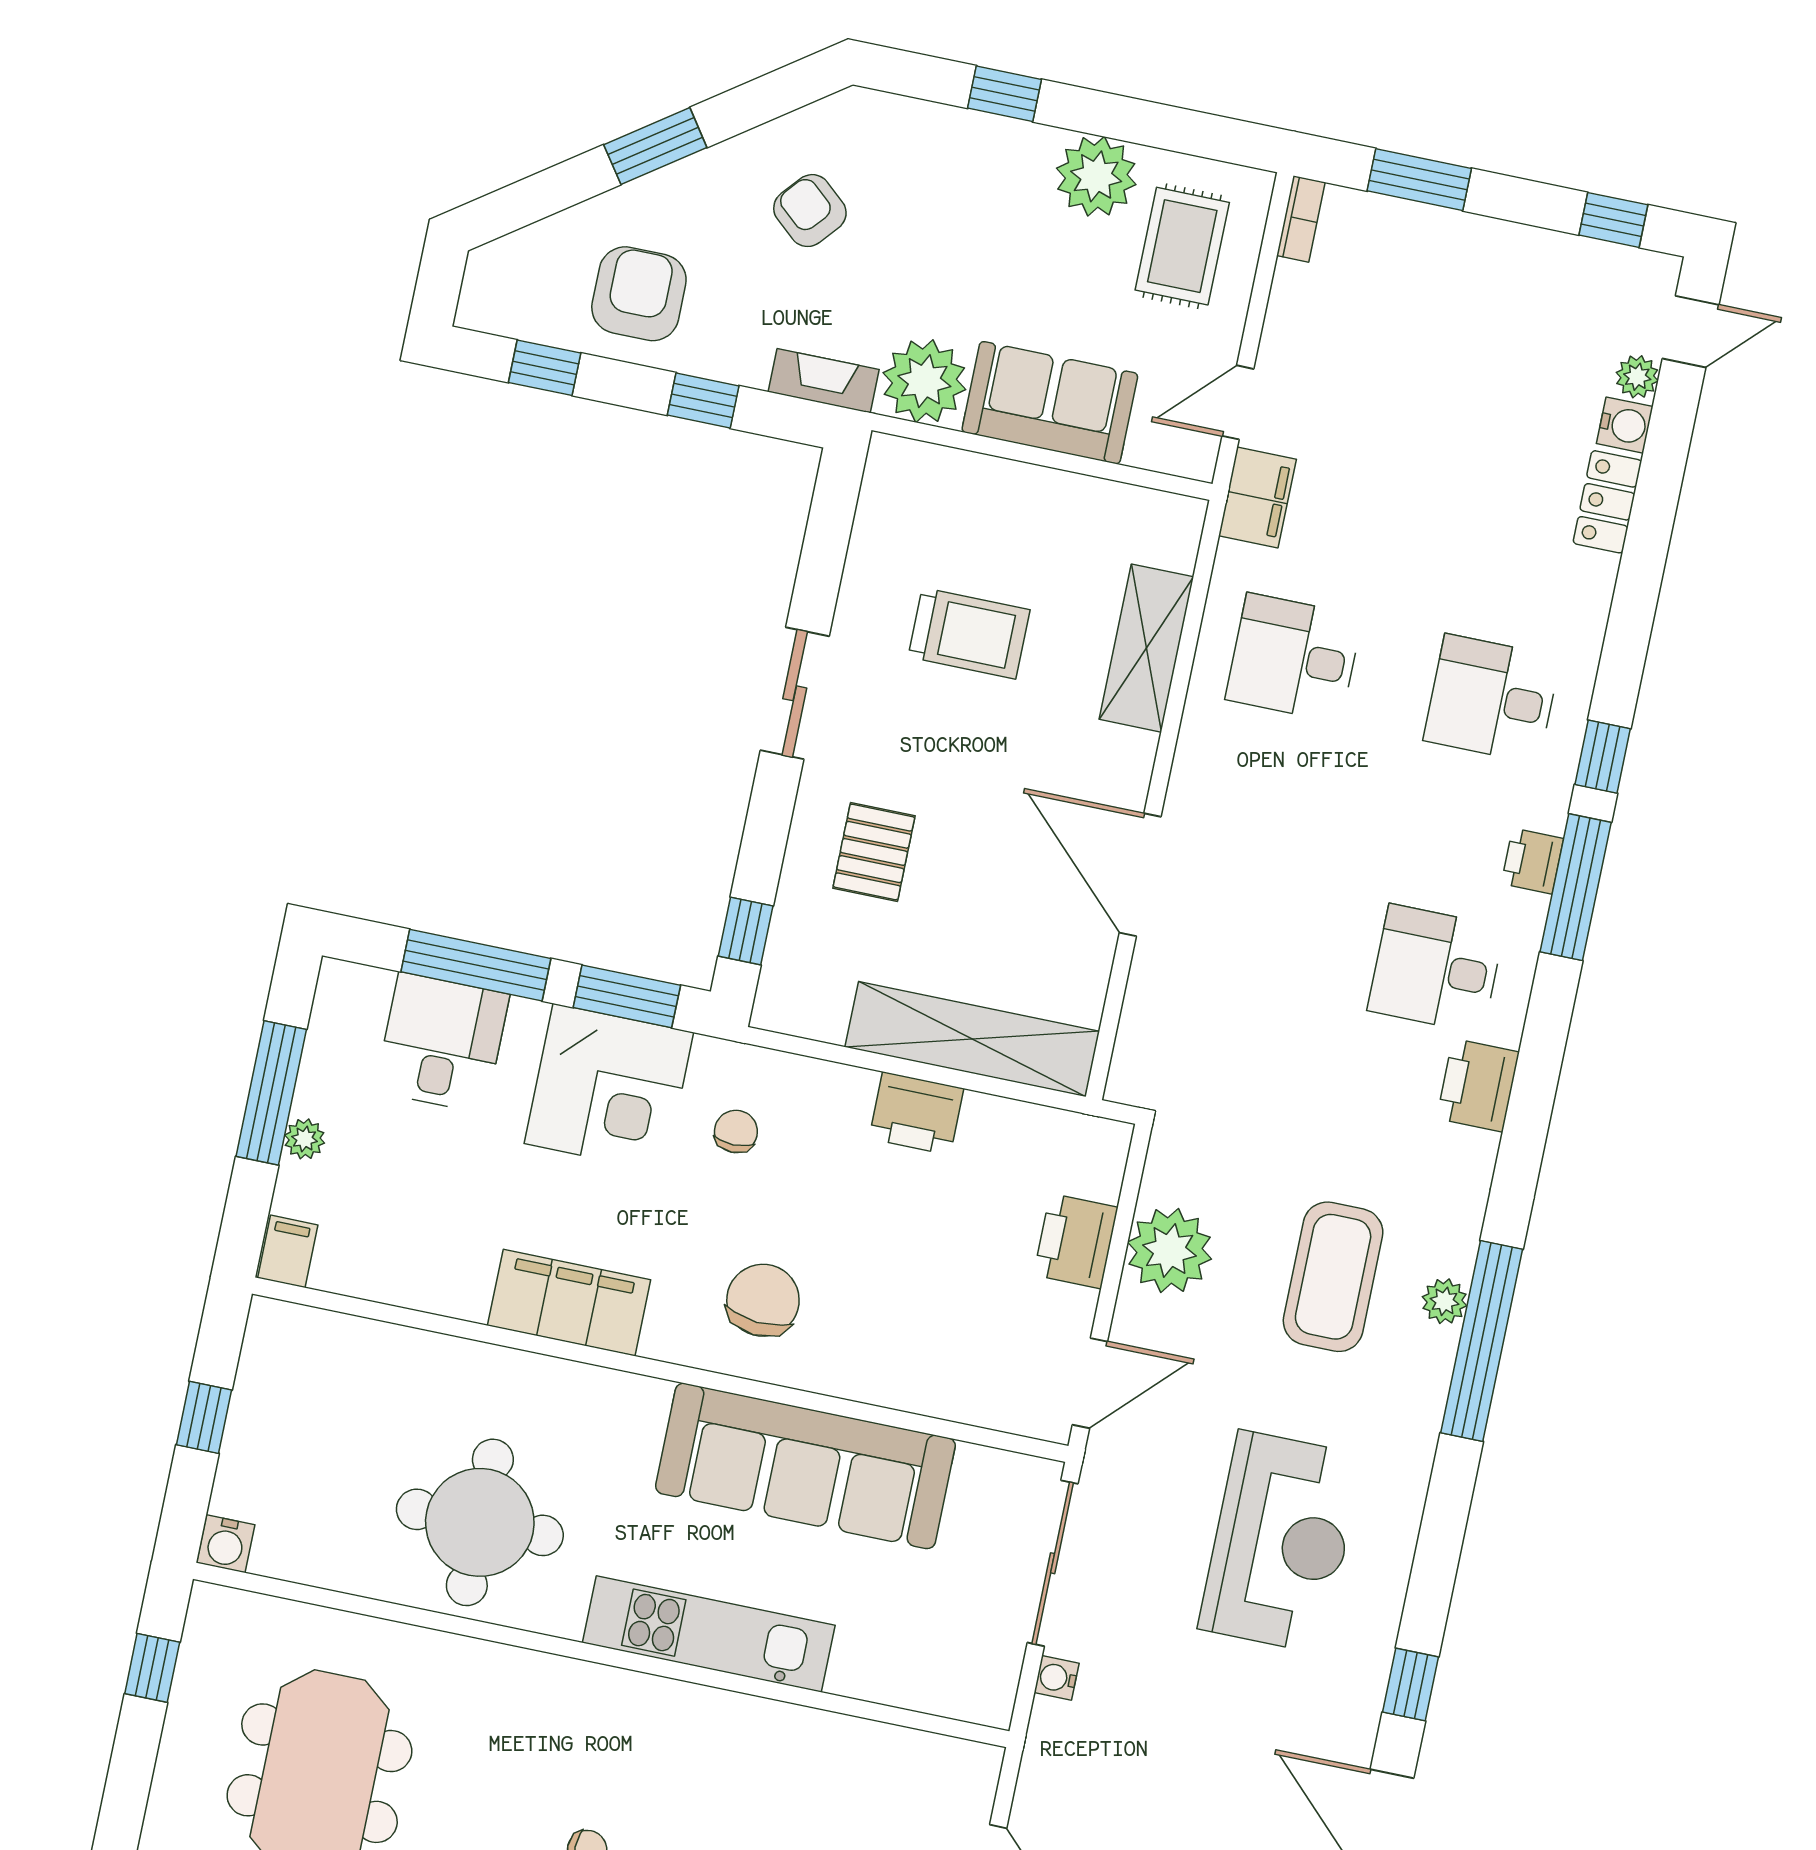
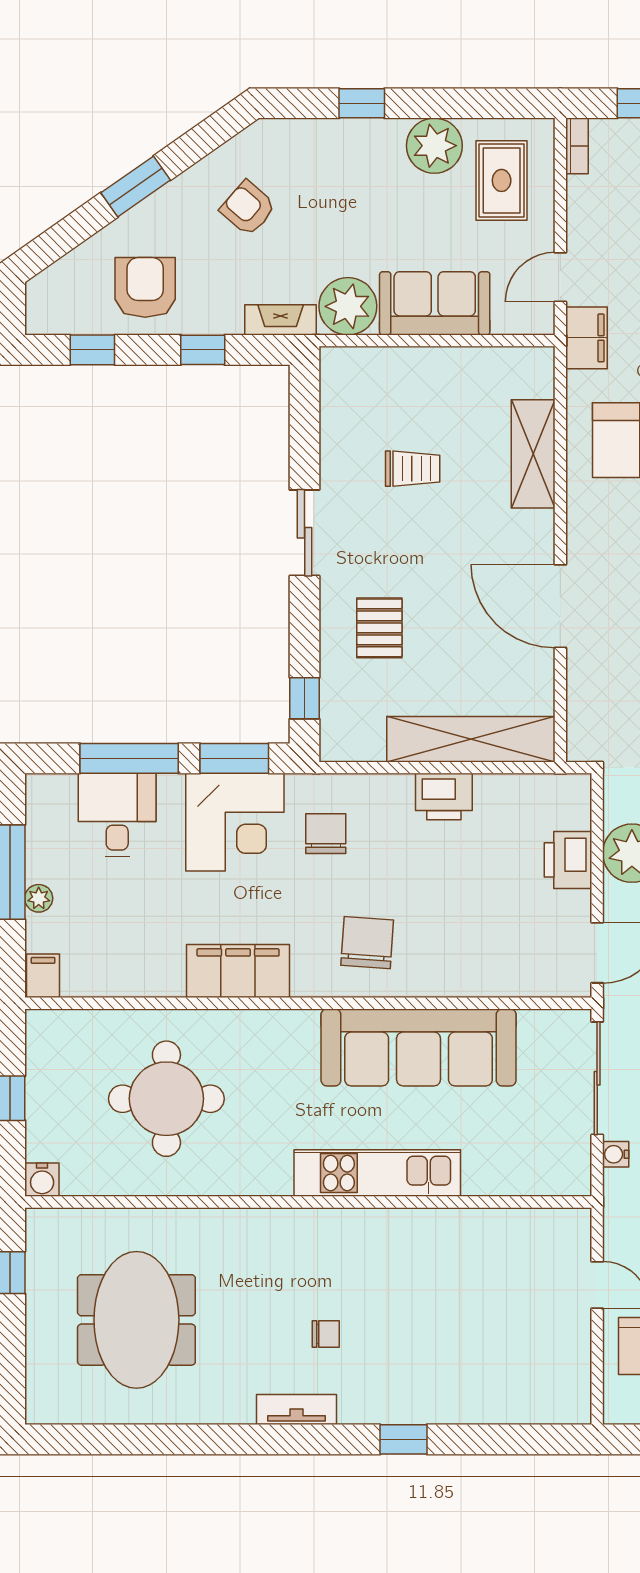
trolley: (969, 633) -> (413, 469), width x0.73, depth x0.72
chair: (736, 1131) -> (326, 834), width x1.37, depth x1.37
round table: (480, 1522) -> (166, 1099), moved

